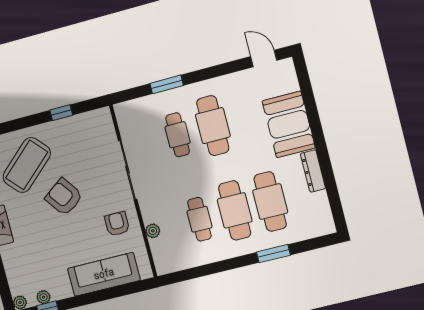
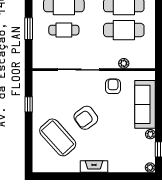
cafe table: (199, 219) -> (124, 30), width x1.37, depth x1.35
armchair: (117, 224) -> (113, 86), turned 90
plant: (44, 297) -> (150, 134), moved

